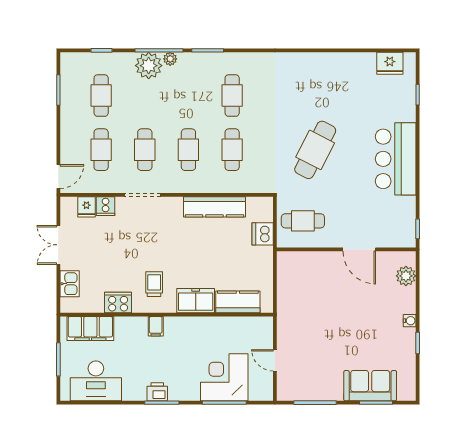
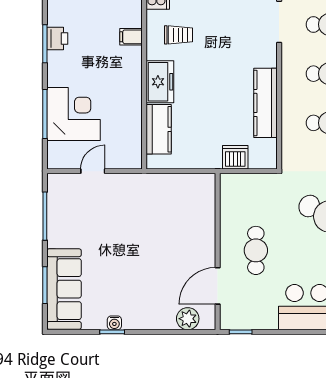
cafe table: (303, 221) -> (256, 250), moved
door: (359, 249) -> (218, 286), moved
water cooler: (410, 321) -> (114, 323), moved
sofa: (370, 386) -> (64, 289), width x1.36

